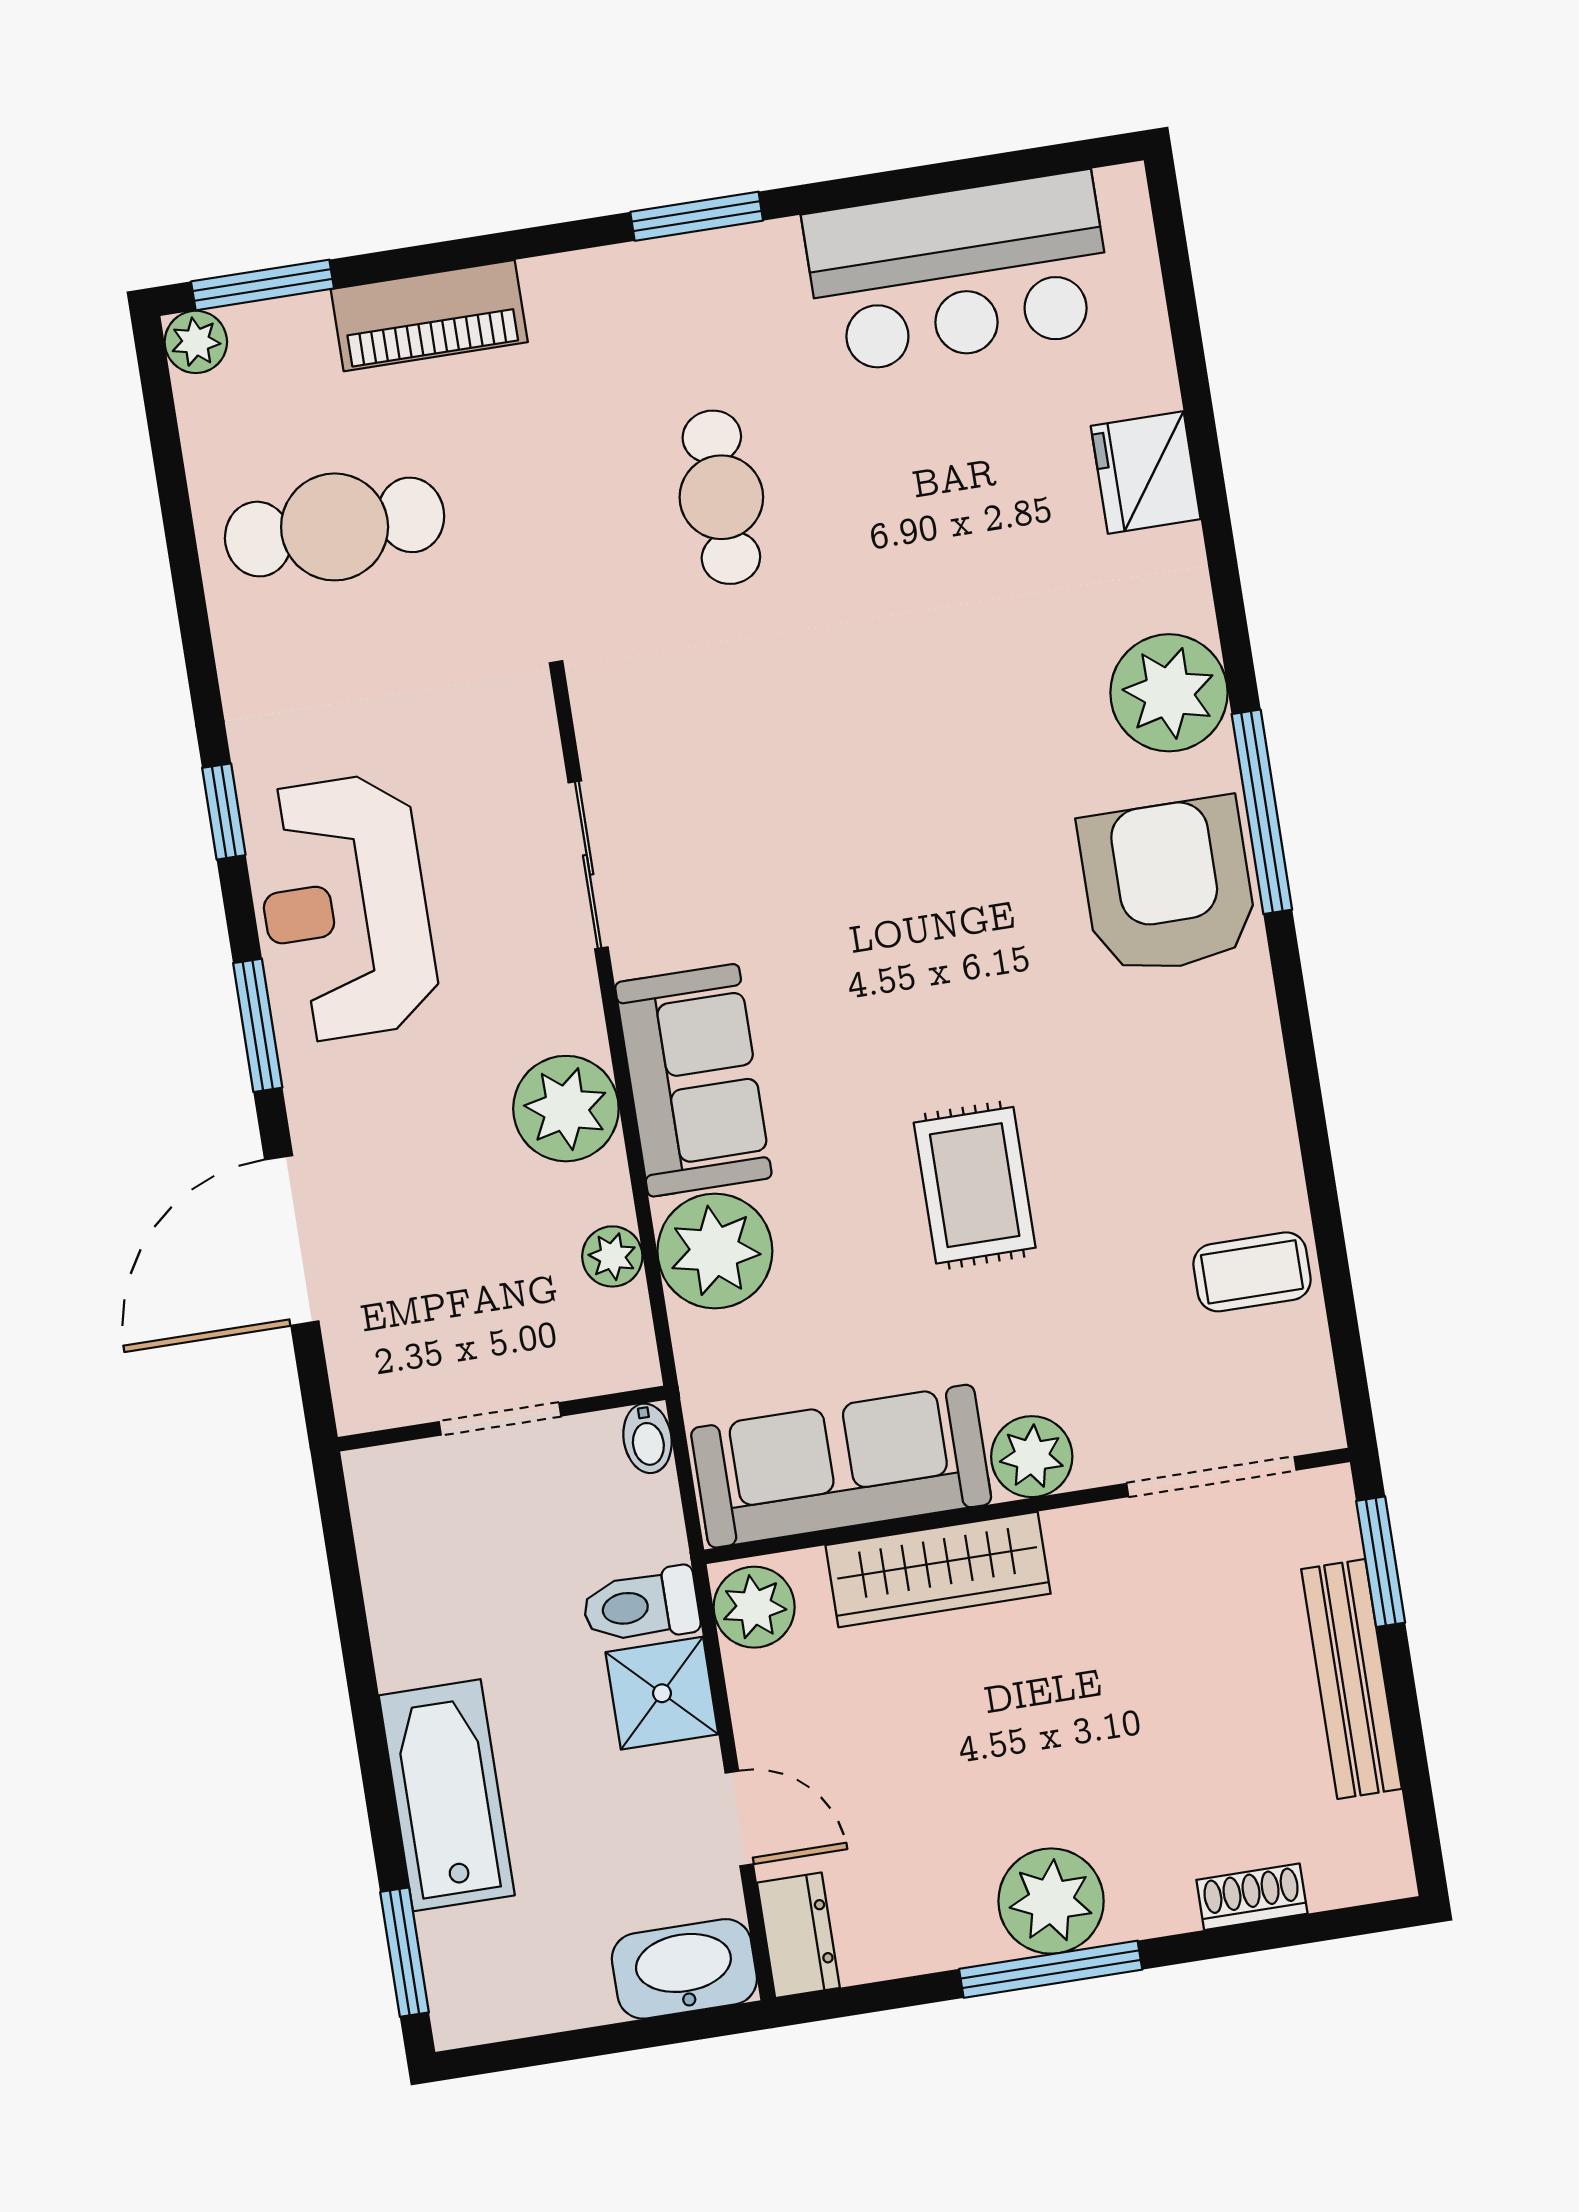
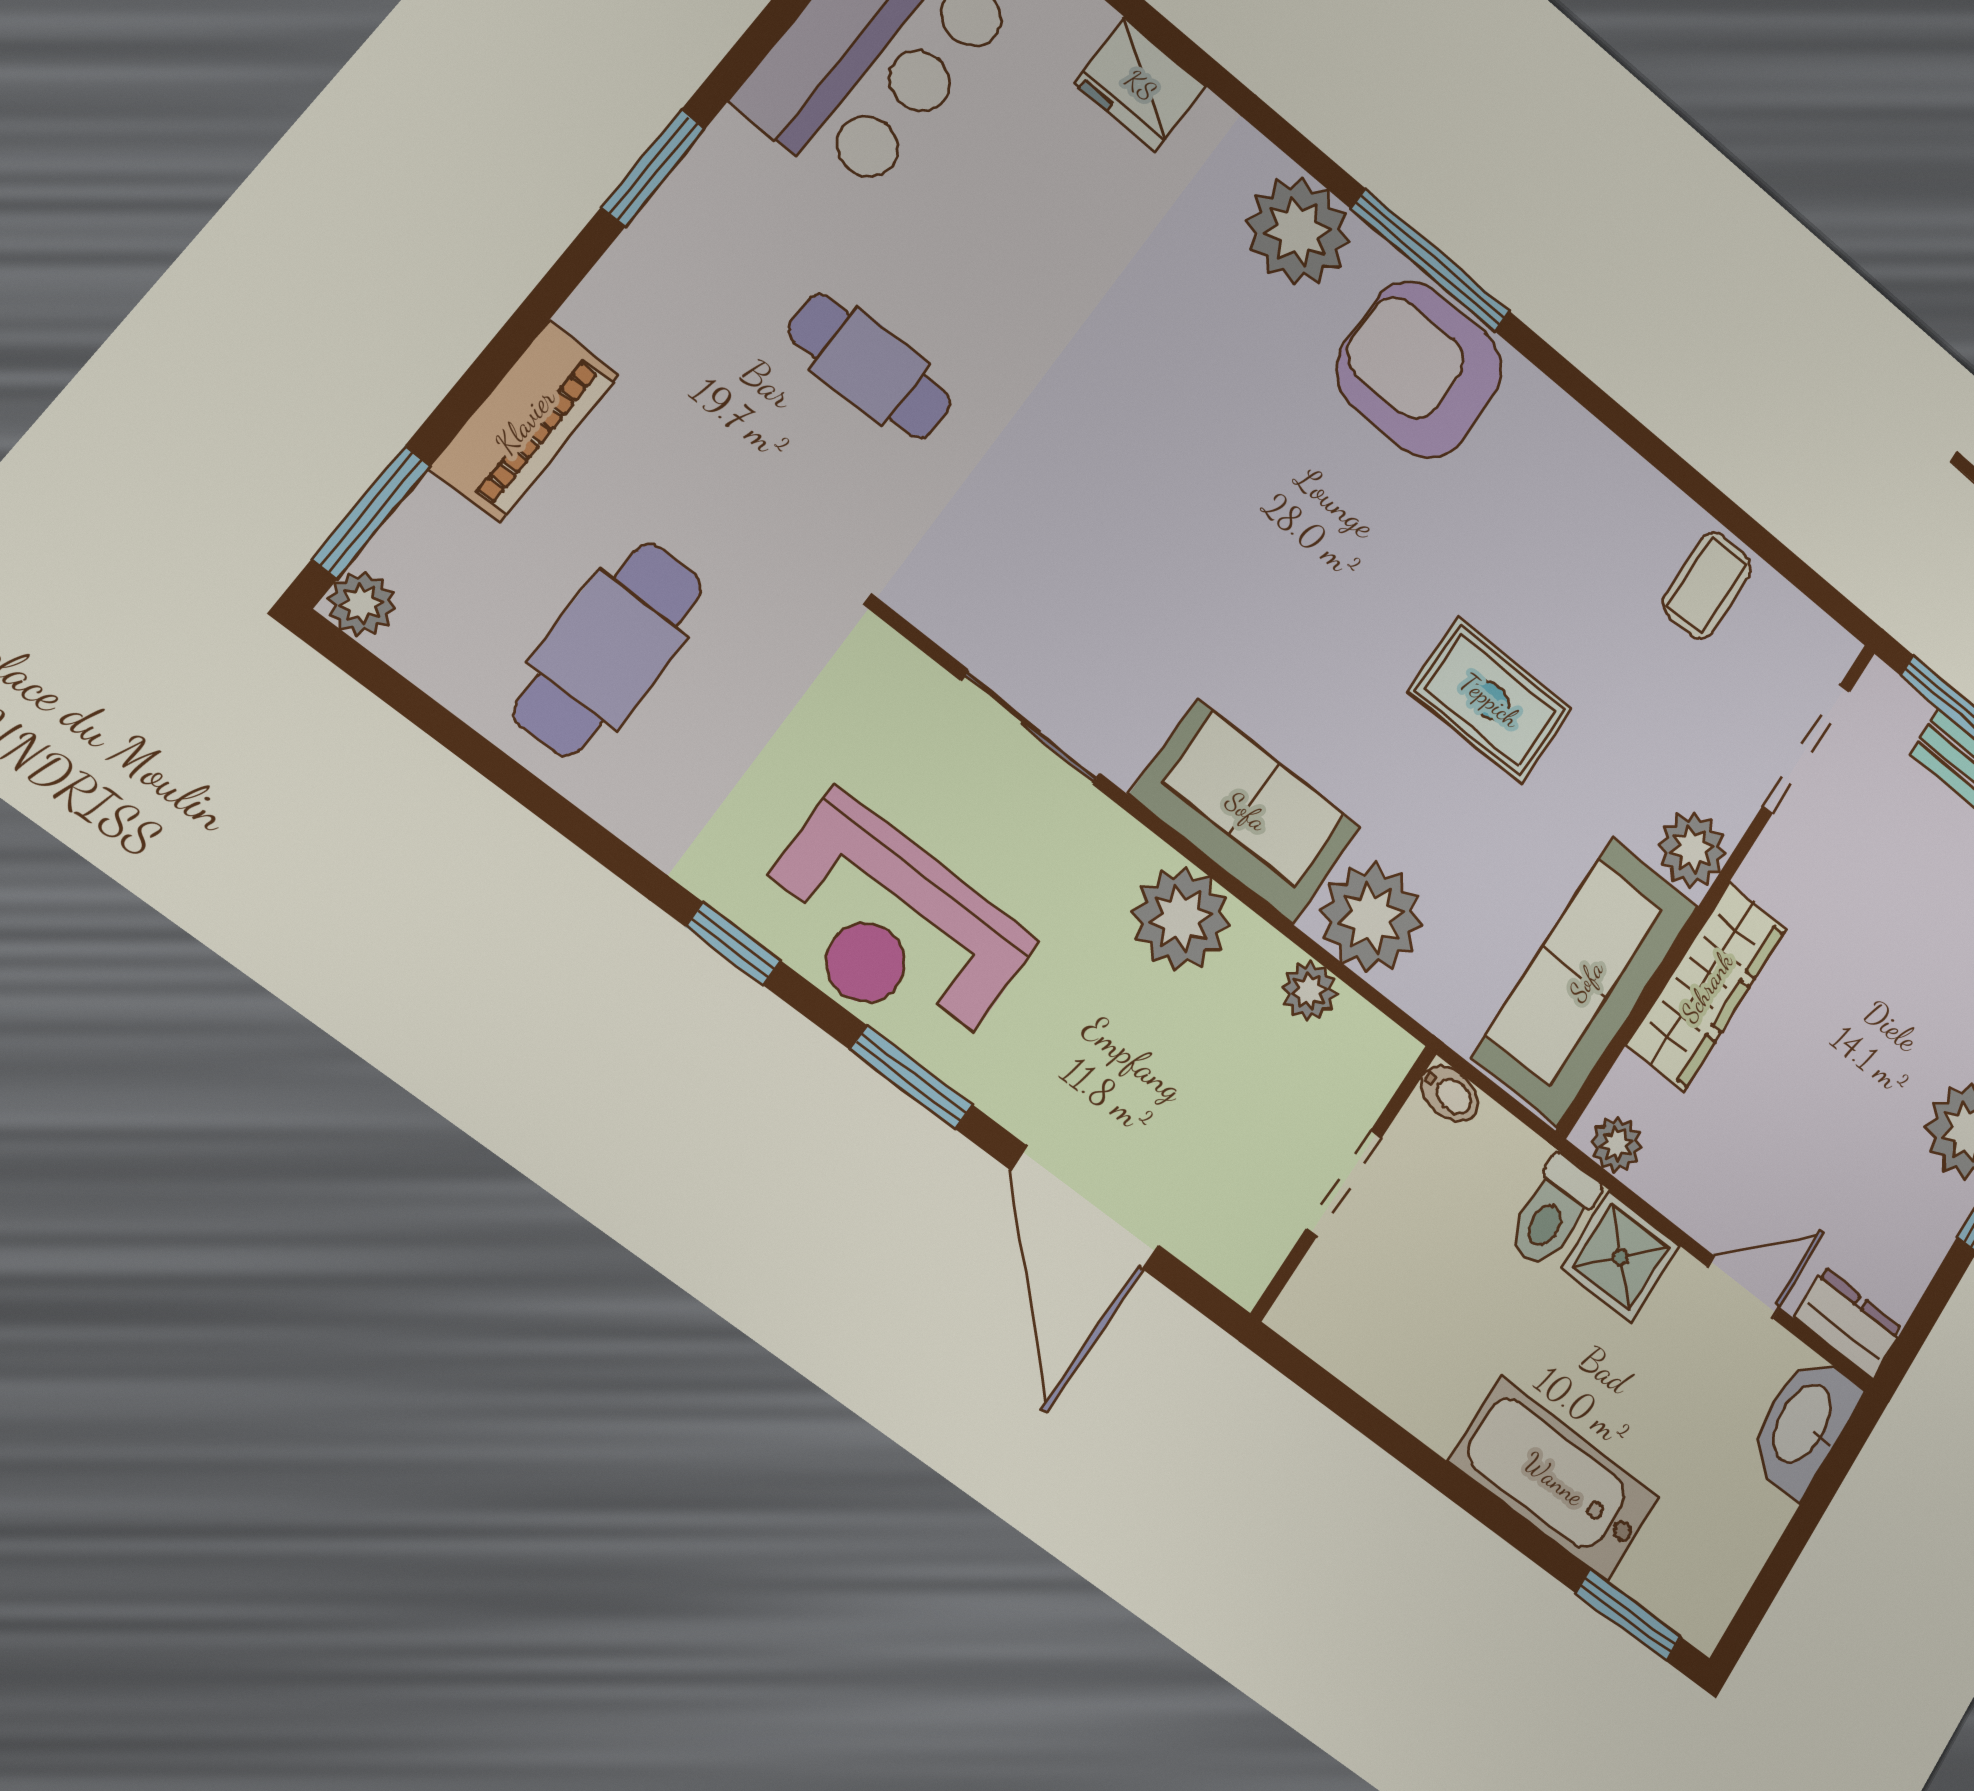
plant: (754, 1607) -> (1616, 1144), width x0.73, depth x0.73

